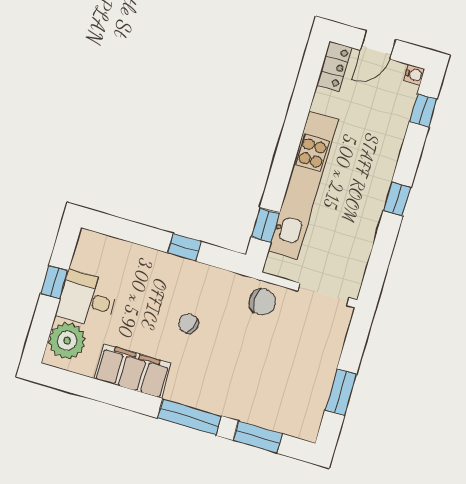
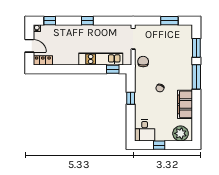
kitchen unit: (303, 185) -> (101, 59), width x0.73
desk: (87, 299) -> (145, 130), moved

